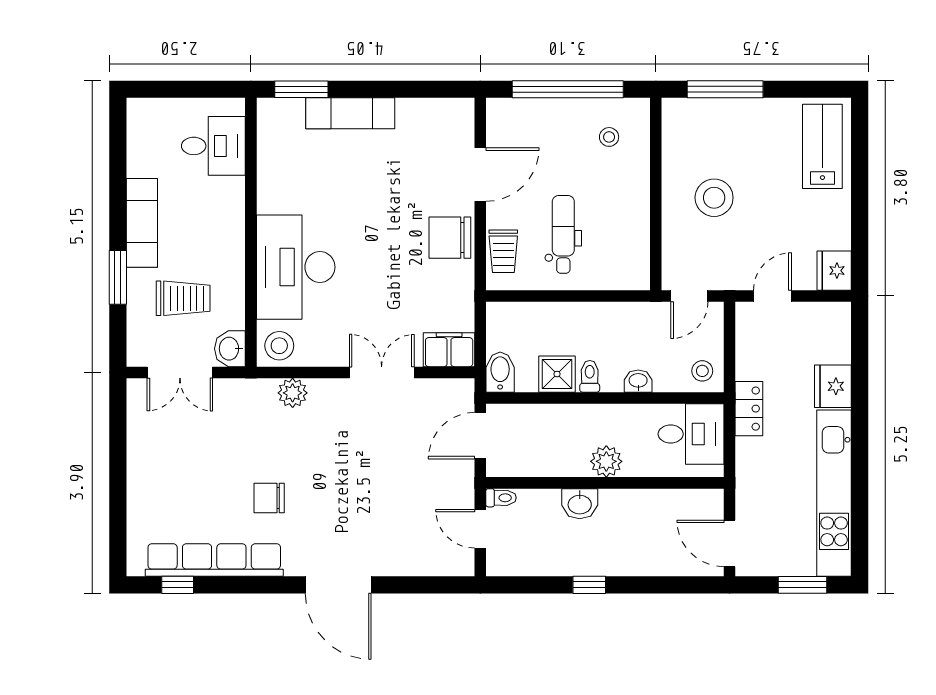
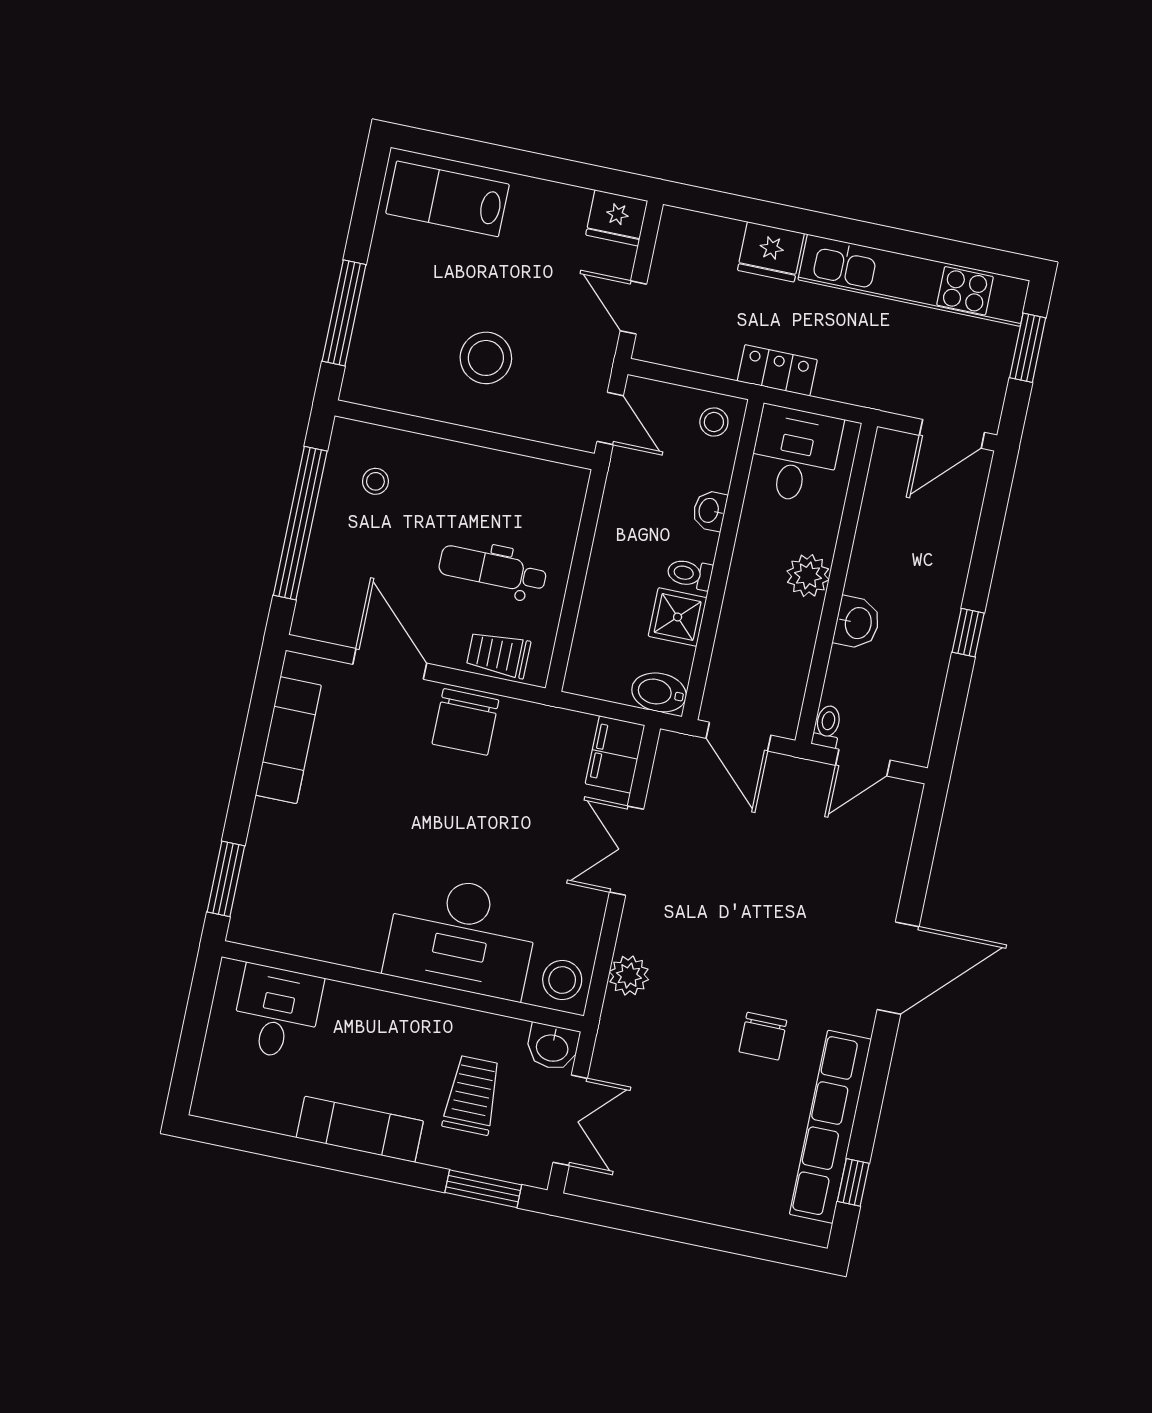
exam couch: (350, 113) -> (288, 740), moved
trolley: (503, 251) -> (499, 654), turned 180
window: (118, 277) -> (483, 1189), moved

